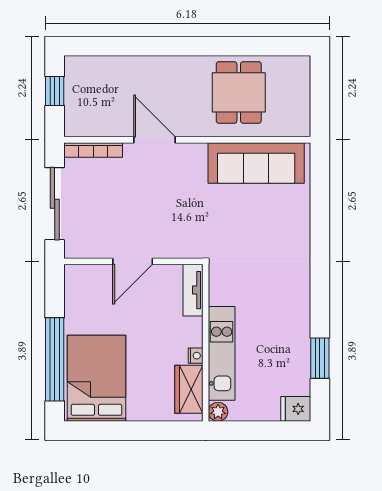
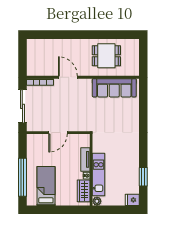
window: (55, 91) -> (22, 55), removed
dining table: (239, 92) -> (106, 56), turned 90
tv unit: (193, 290) -> (85, 159), moved
bed: (96, 378) -> (46, 186), width x0.67

